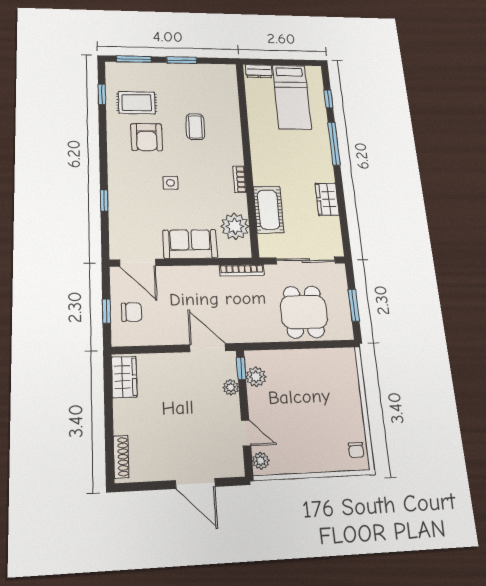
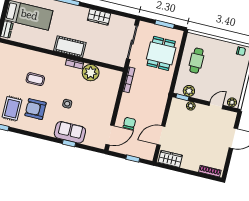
armchair: (147, 137) -> (36, 109), turned 180
cot: (269, 210) -> (70, 47), moved
plant: (235, 226) -> (91, 73), moved
sofa: (190, 244) -> (70, 132), moved, turned 90
chair: (132, 312) -> (129, 123), moved
dining table: (304, 312) -> (161, 53), turned 90
door: (208, 348) -> (161, 136), moved
cafe table: (313, 375) -> (196, 61), added

